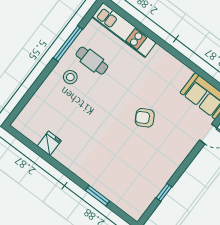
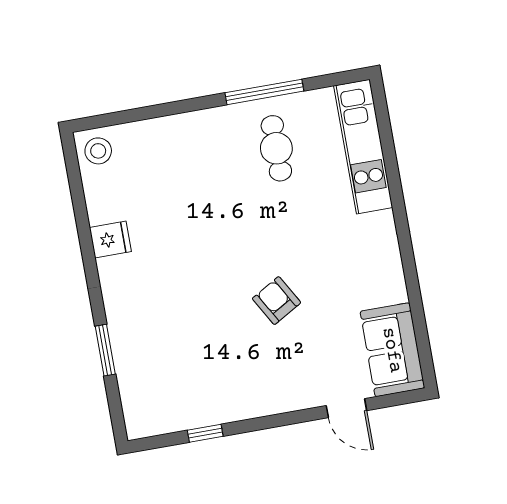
stool: (70, 77) -> (98, 151), moved
fridge: (49, 143) -> (110, 240), moved

